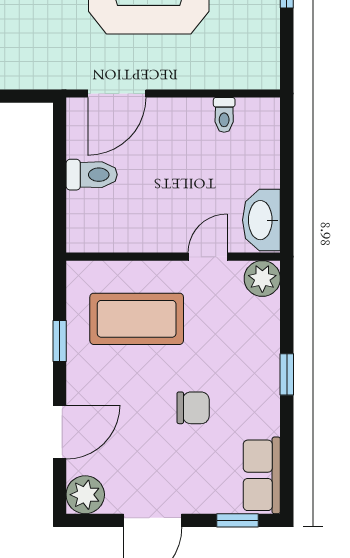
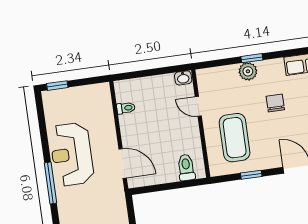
toilet: (92, 175) -> (186, 167), moved
washbasin: (261, 220) -> (183, 78), width x0.52, depth x0.69
plant: (262, 279) -> (248, 71), moved

